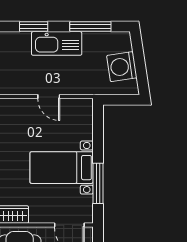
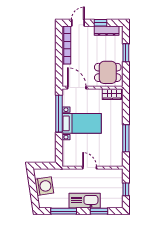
window: (98, 183) -> (59, 114), width x1.46

